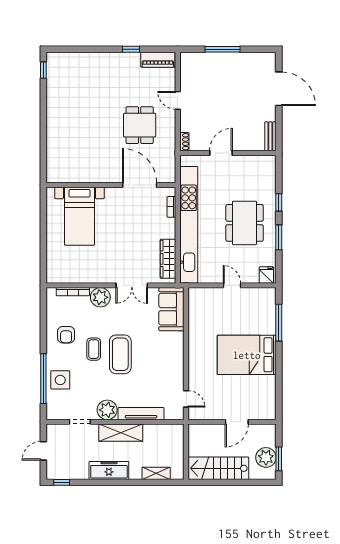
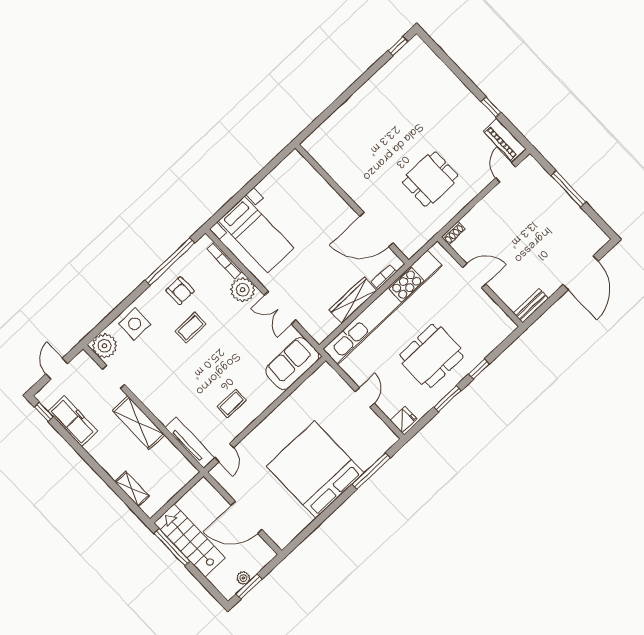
door: (178, 100) -> (506, 172), moved
door: (140, 185) -> (377, 230), swing flipped
bed with nightstands: (79, 216) -> (256, 234), moved, turned -90
wardrobe: (168, 259) -> (353, 300), moved
armchair: (66, 335) -> (180, 291), turned -90
coffee table: (120, 354) -> (232, 403), moved, width x0.54, depth x0.58
bed: (247, 355) -> (315, 470), width x1.36
window: (43, 379) -> (170, 262), moved
plant: (107, 410) -> (105, 346), moved
tv unit: (141, 414) -> (190, 443), moved
door: (237, 422) -> (247, 517), width x1.36
door: (43, 451) -> (57, 369), hinge flipped
plant: (266, 457) -> (243, 578), width x0.53, depth x0.53
freezer: (109, 470) -> (73, 421), moved
window: (213, 482) -> (172, 547), added

